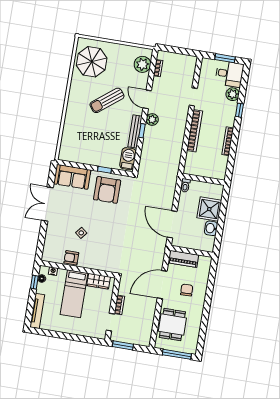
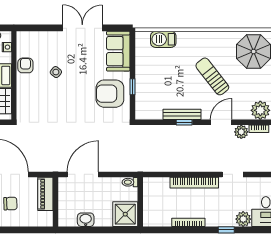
plant: (152, 119) -> (241, 132), moved
barbecue: (128, 159) -> (163, 39), moved, turned 180
shower: (209, 209) -> (125, 214), moved

